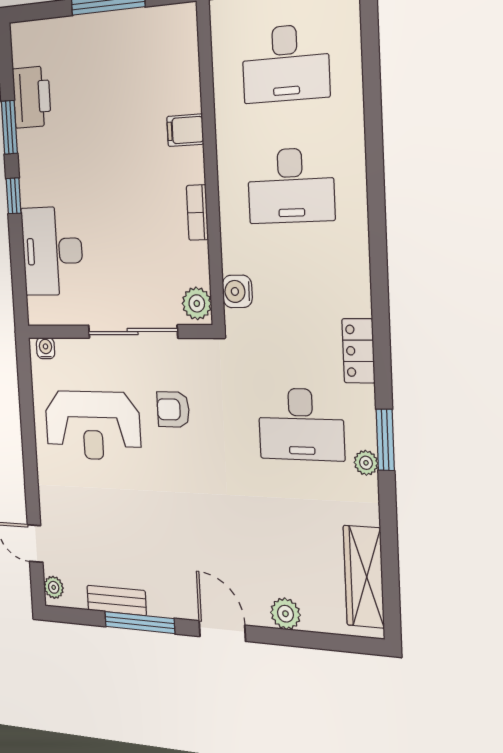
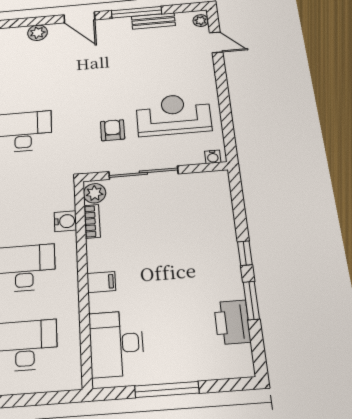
filing cabinet: (185, 130) -> (101, 282), moved
bookcase: (197, 213) -> (92, 221), moved
desk: (52, 251) -> (116, 344), moved, turned 180
water cooler: (237, 291) -> (65, 221), moved
armchair: (173, 409) -> (113, 130), turned -90

